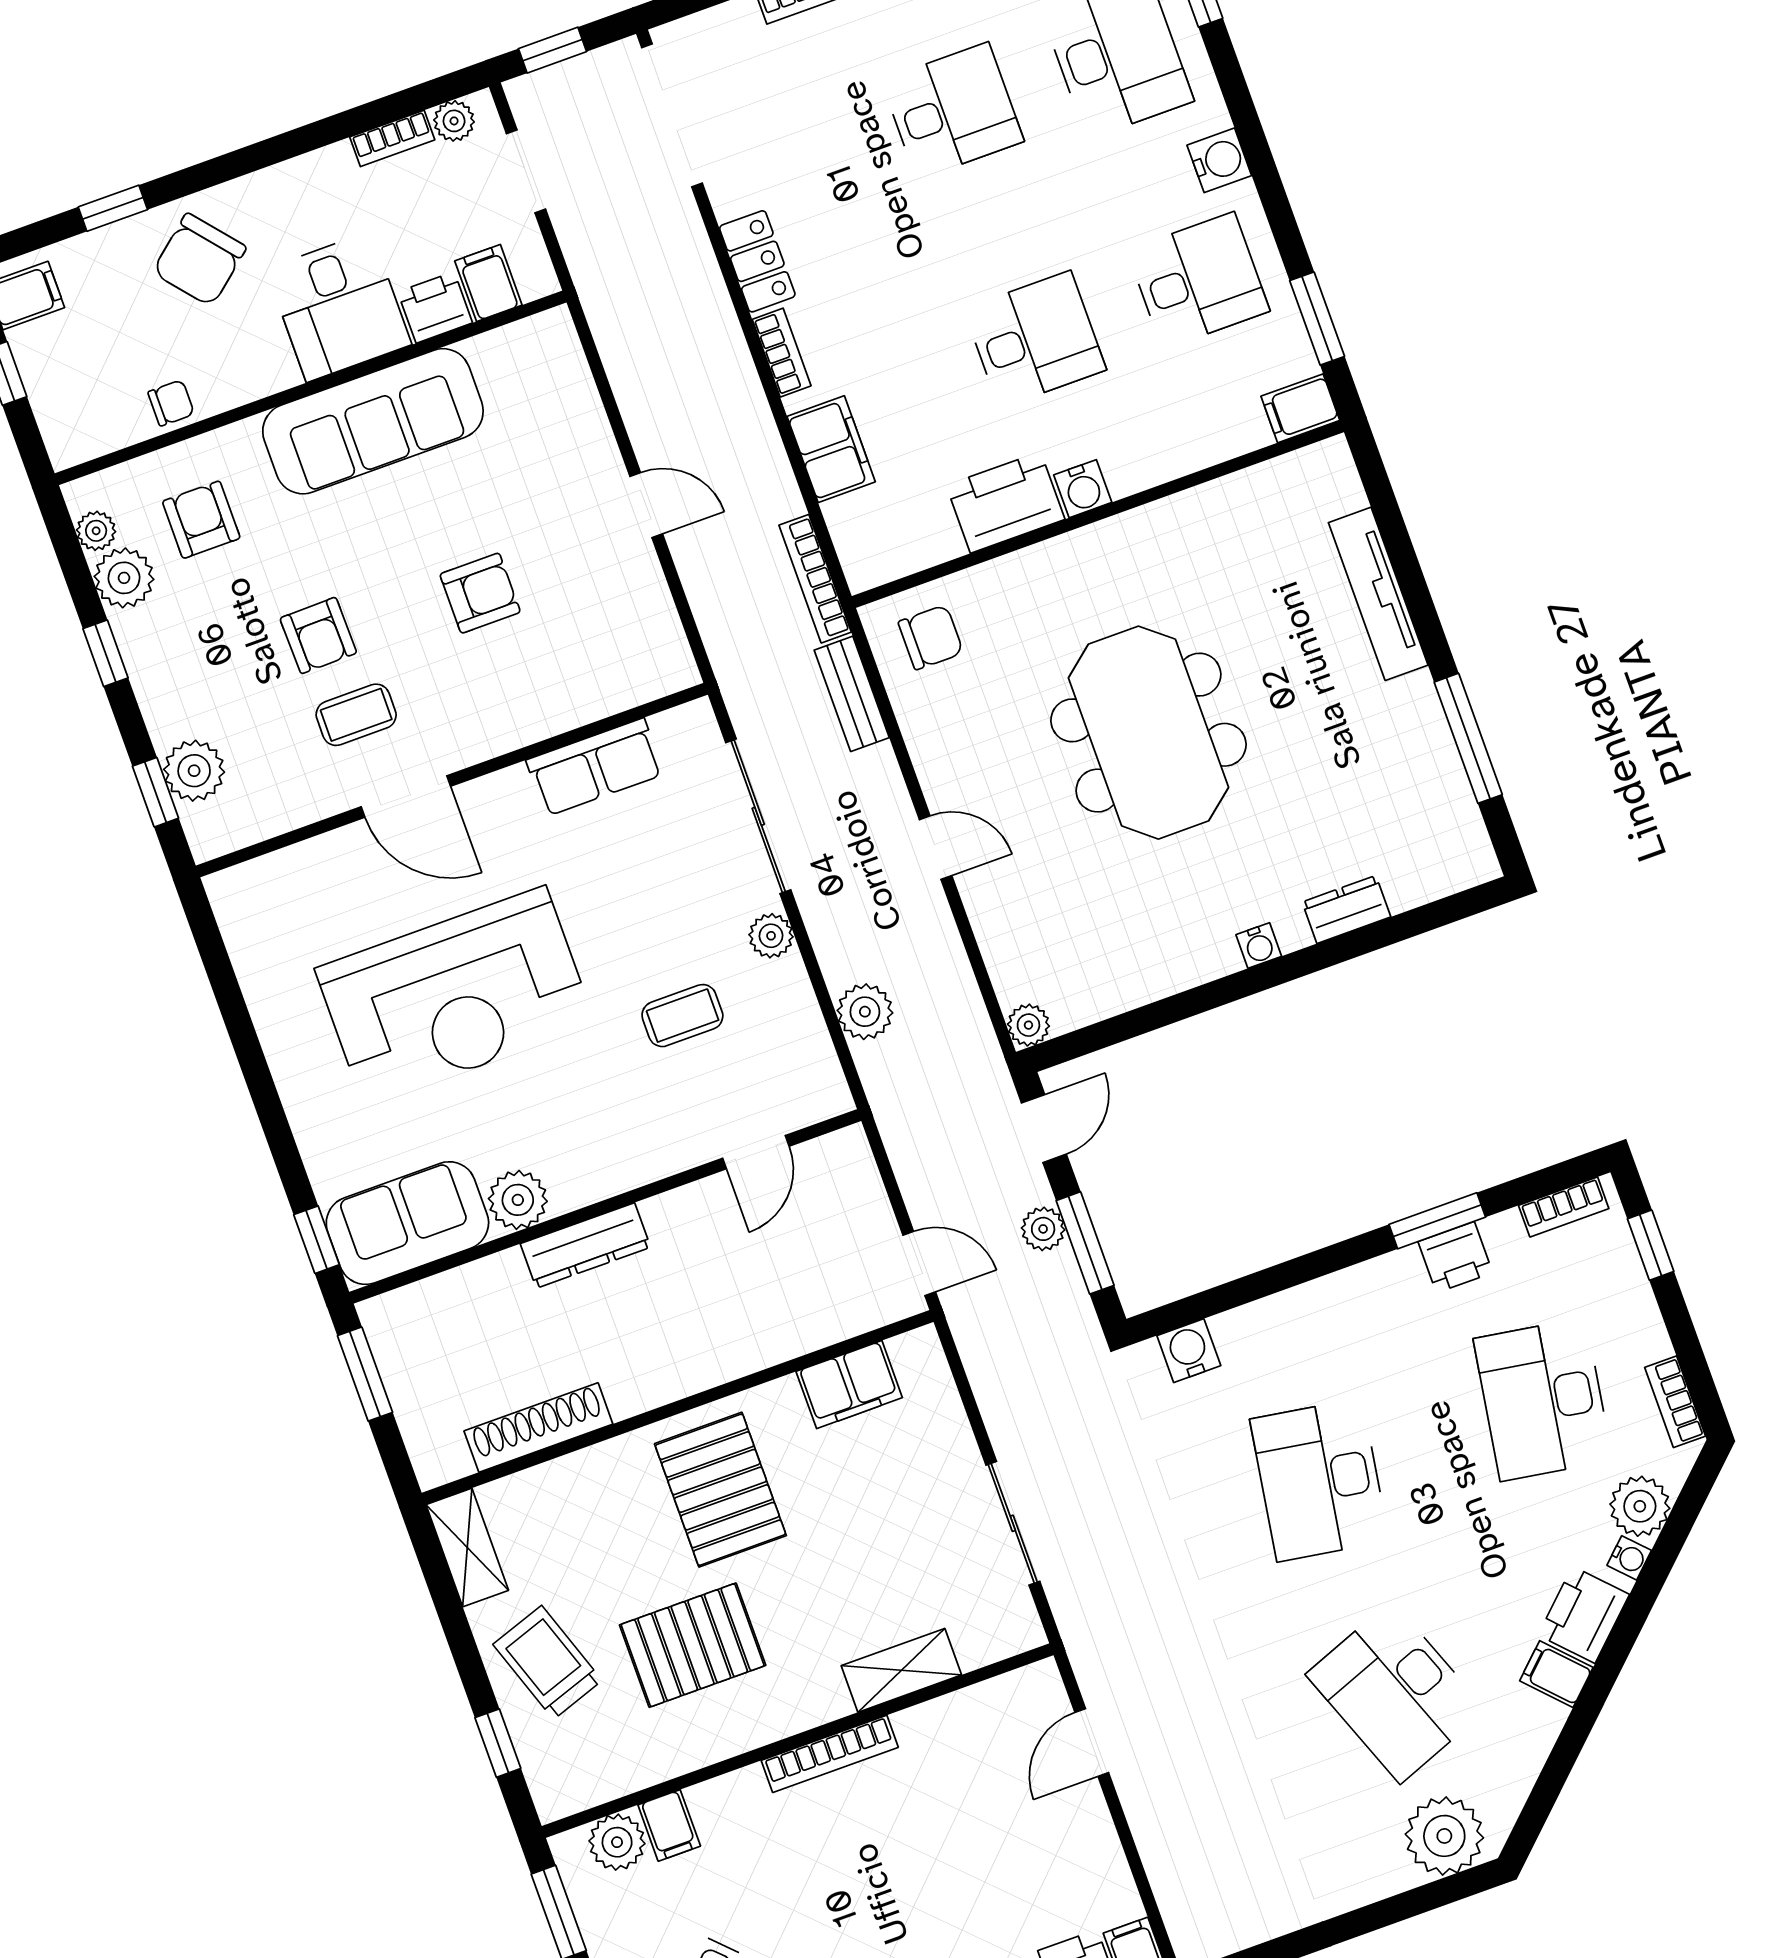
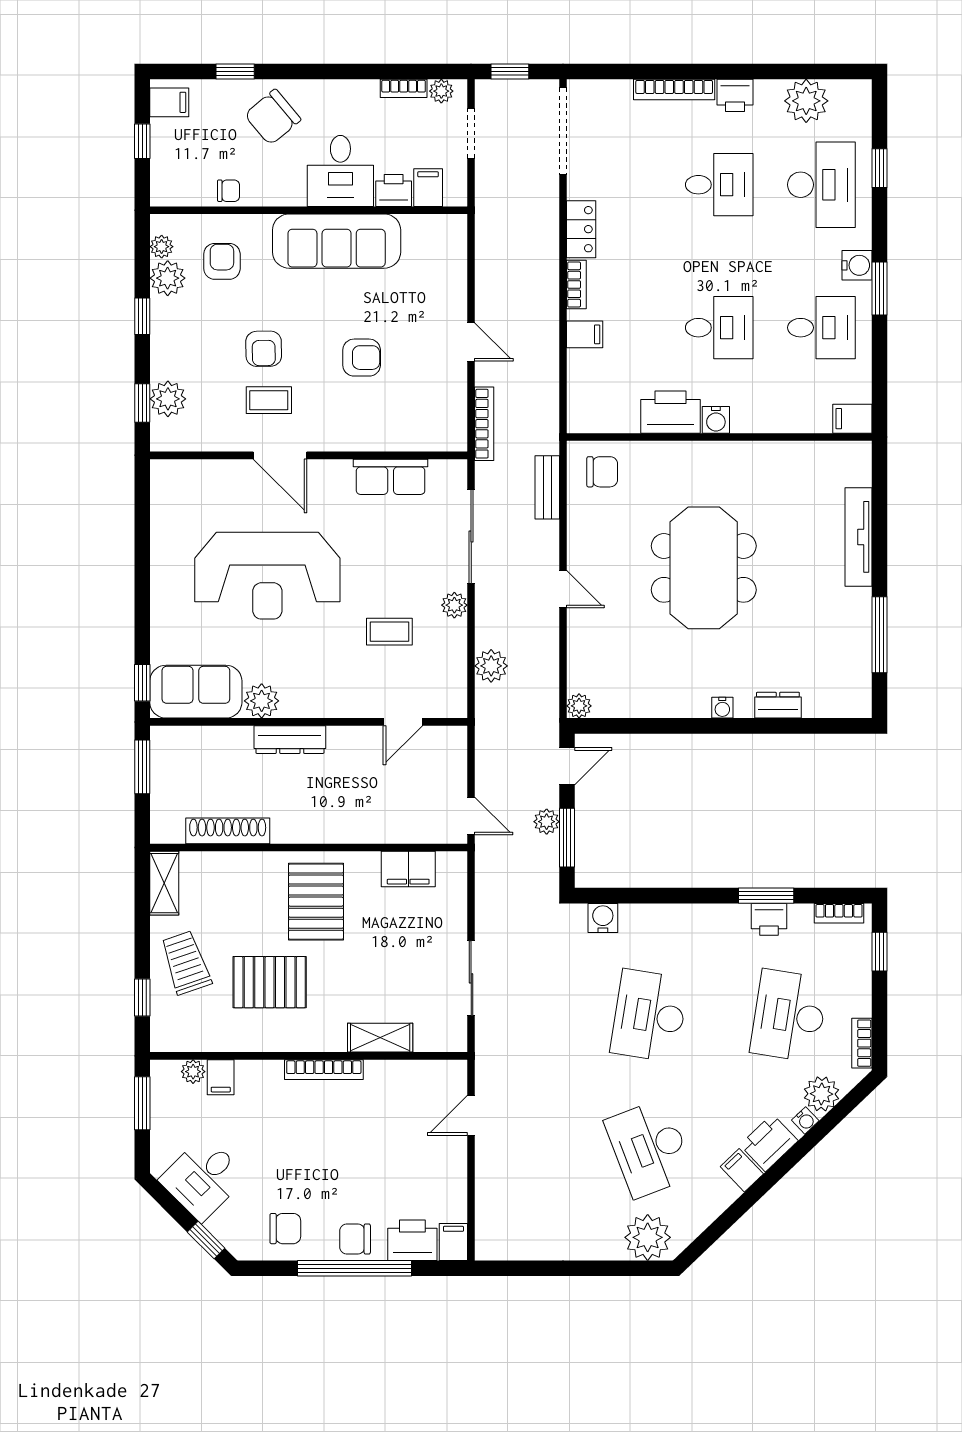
window: (1317, 319) -> (879, 289), moved
filing cabinet: (831, 449) -> (585, 334), width x0.50
bookcase: (815, 579) -> (484, 424), moved, turned 180
plant: (617, 1842) -> (193, 1072), width x0.73, depth x0.73

